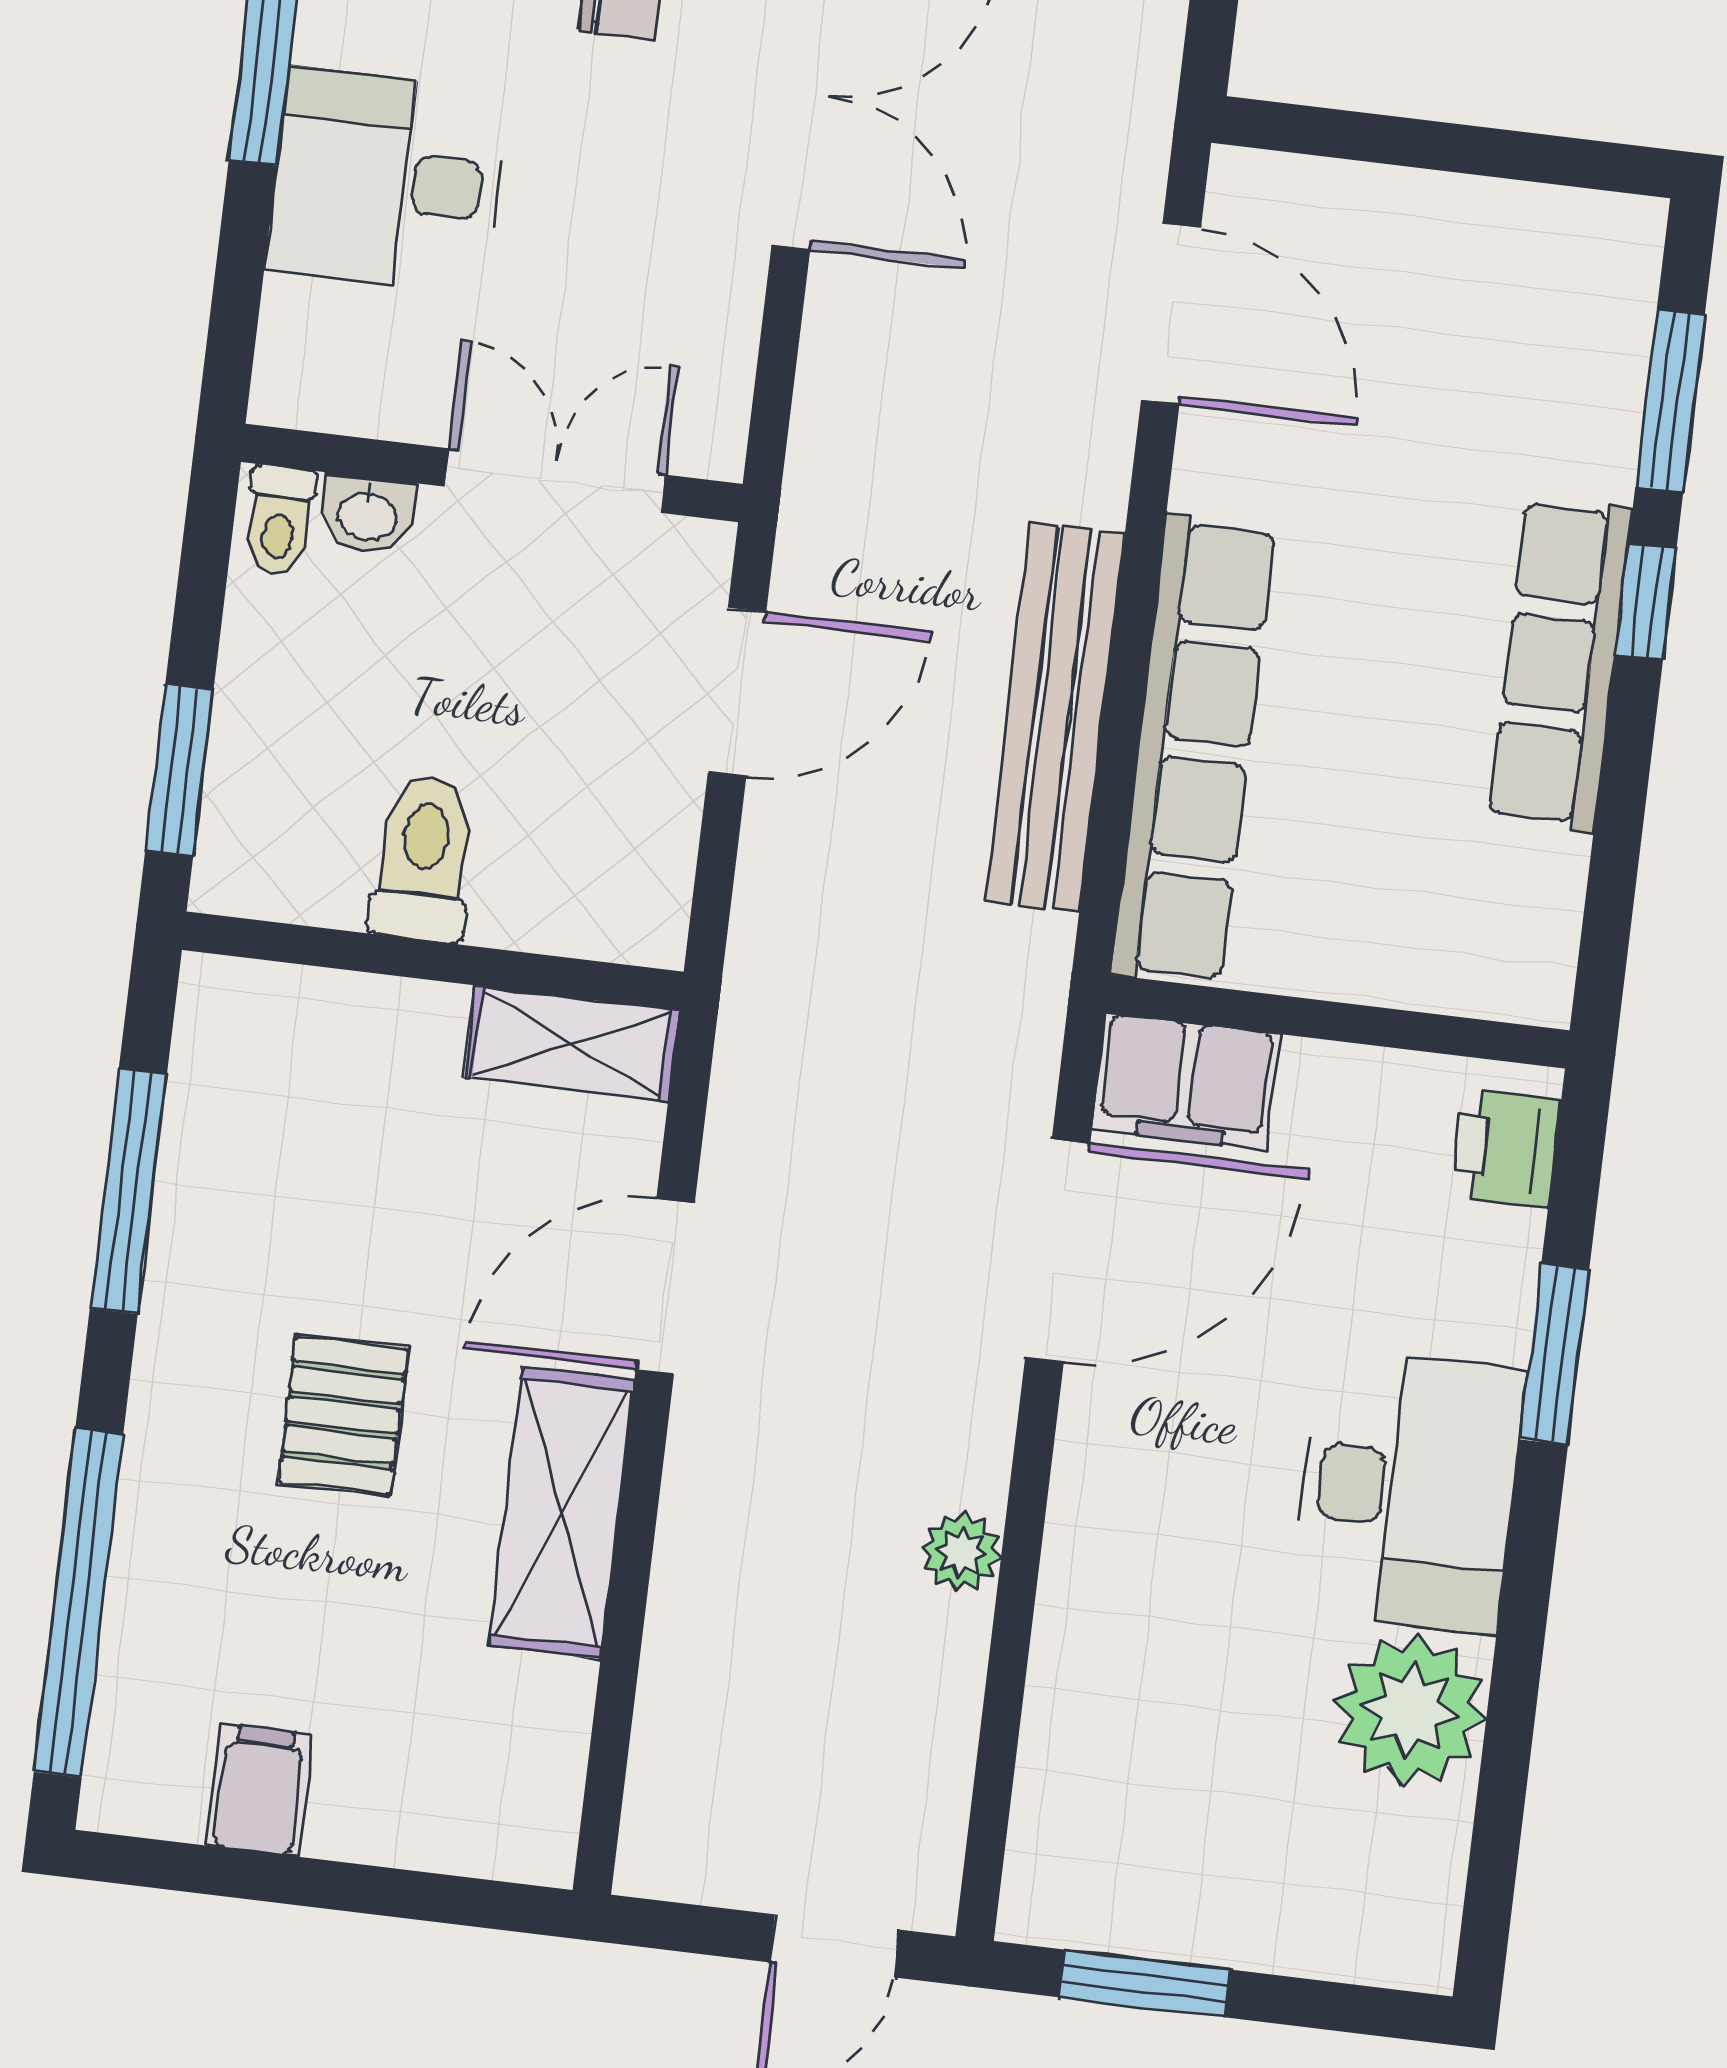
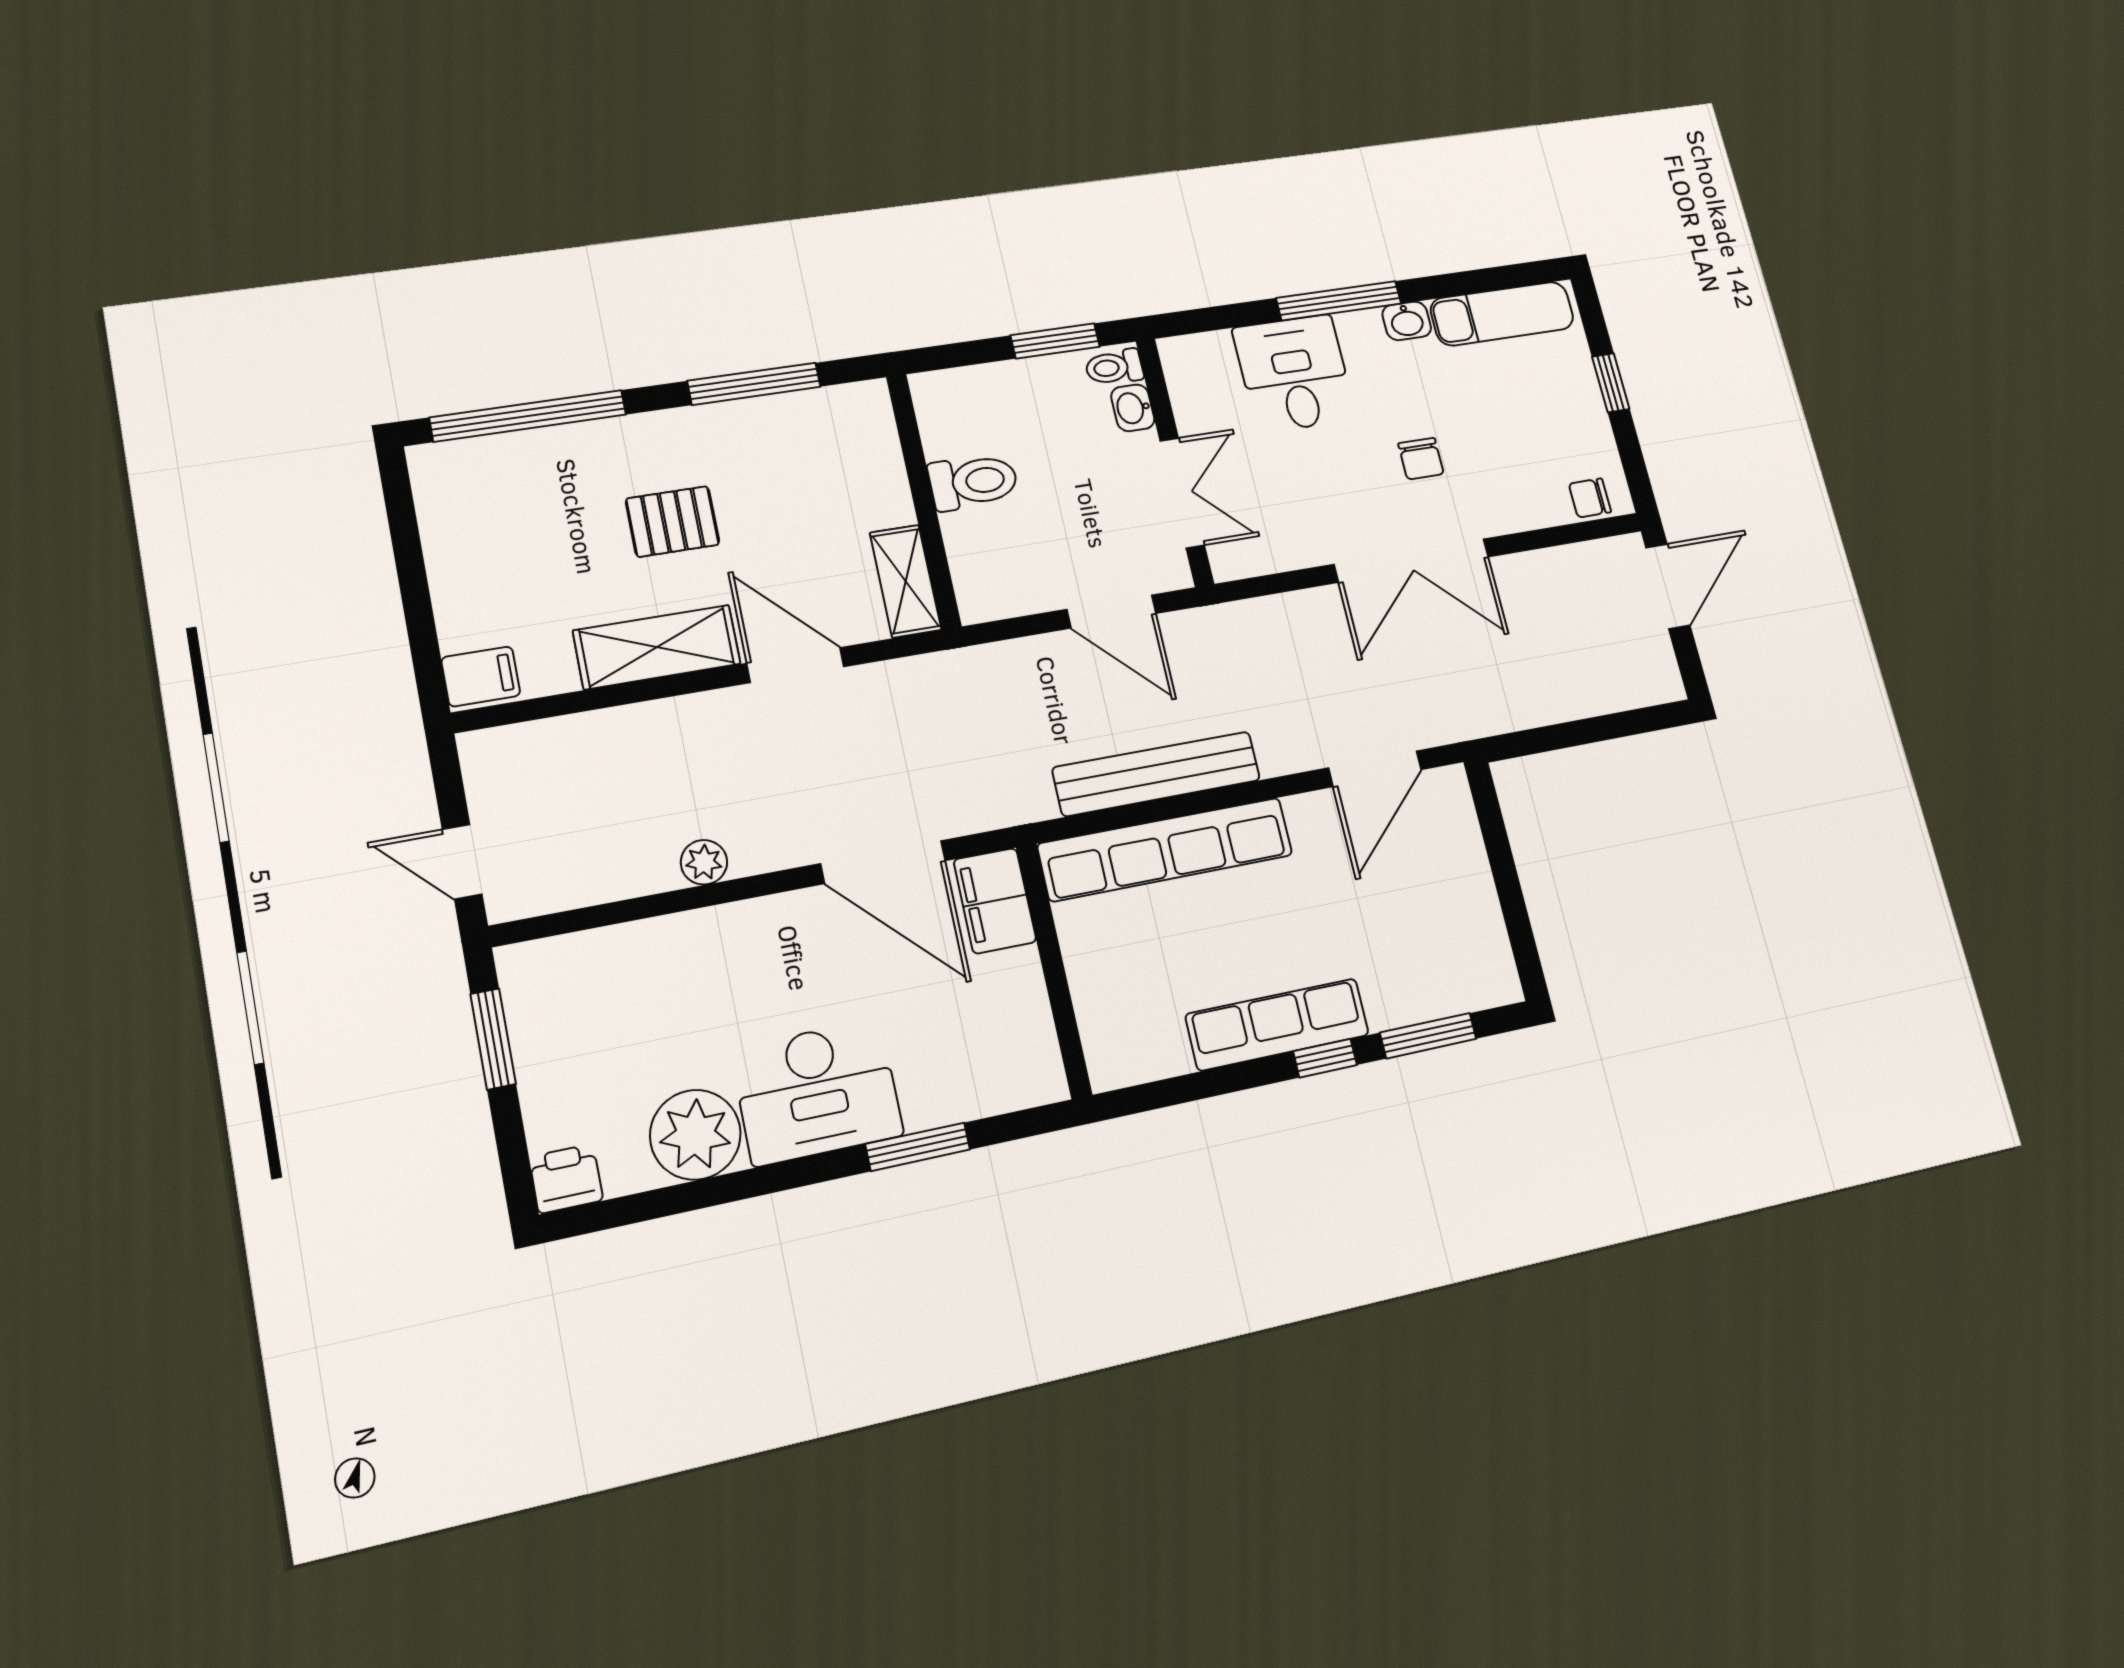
window: (179, 770) -> (1055, 341), moved
printer: (1506, 1148) -> (566, 1179), moved
filing cabinet: (260, 1790) -> (481, 677), moved

